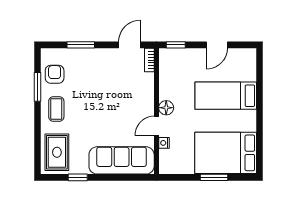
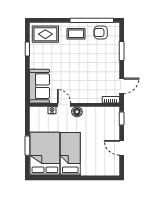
door: (130, 45) -> (122, 86), hinge flipped
armchair: (55, 74) -> (101, 33), turned 180
window: (38, 87) -> (92, 20), width x2.11
bed: (226, 96) -> (70, 154), moved
sofa: (122, 160) -> (40, 86), width x0.73

